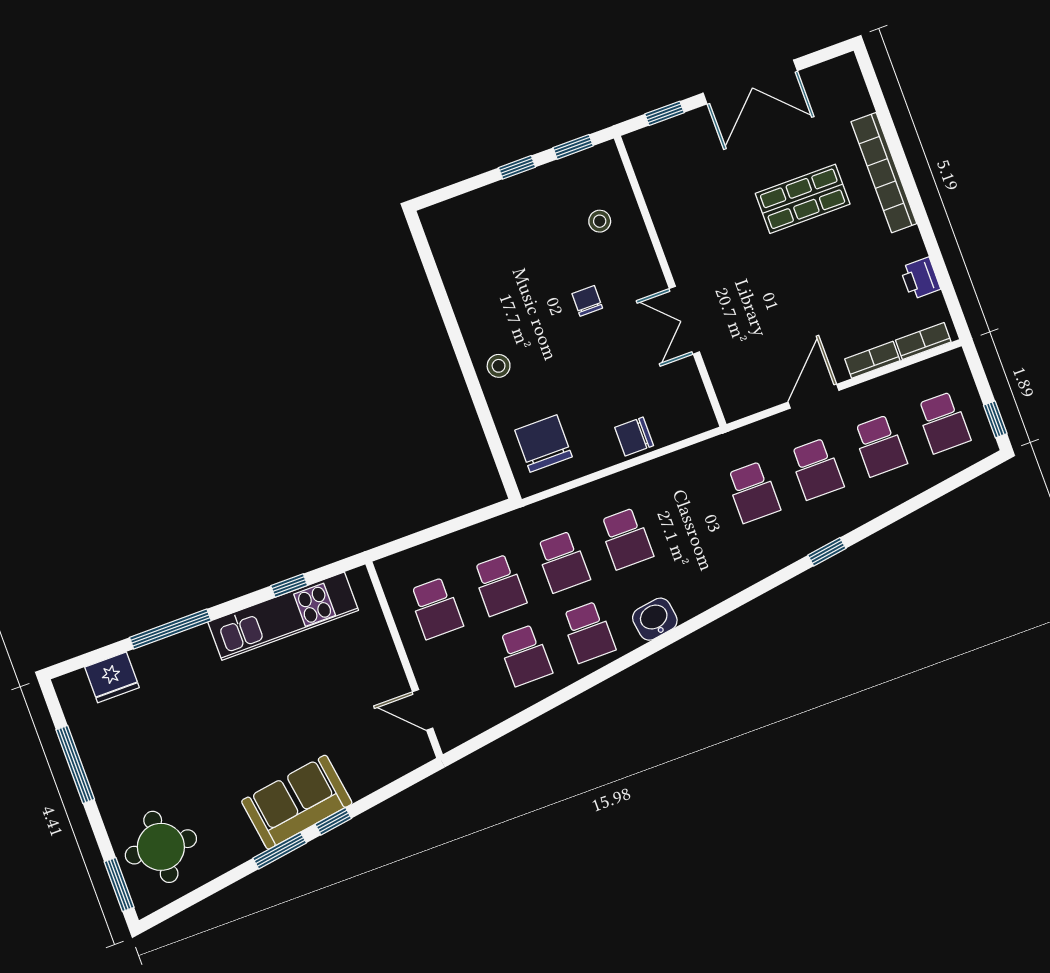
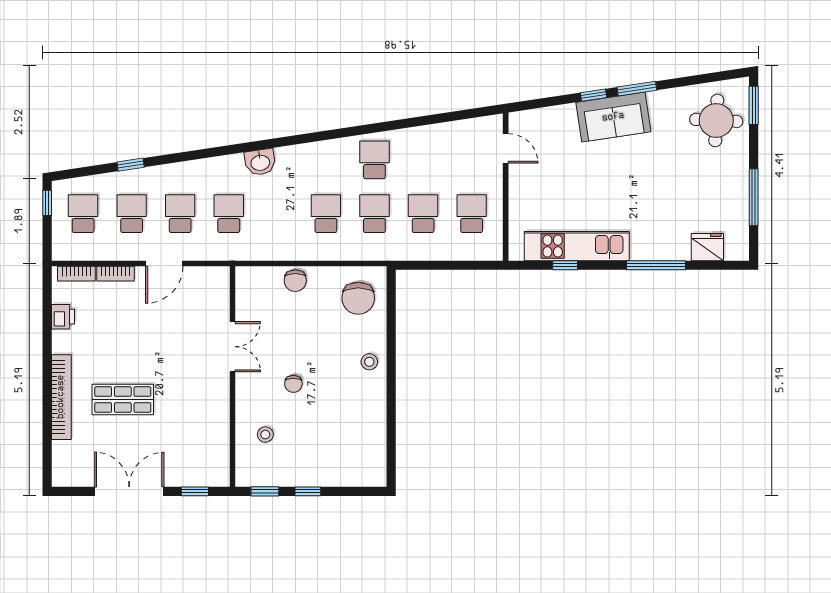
chair: (634, 436) -> (295, 281), turned 90
window: (827, 552) -> (131, 165), moved
washbasin: (655, 619) -> (260, 162), moved
school desk: (525, 655) -> (423, 160), removed

